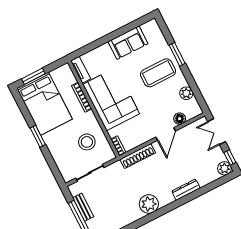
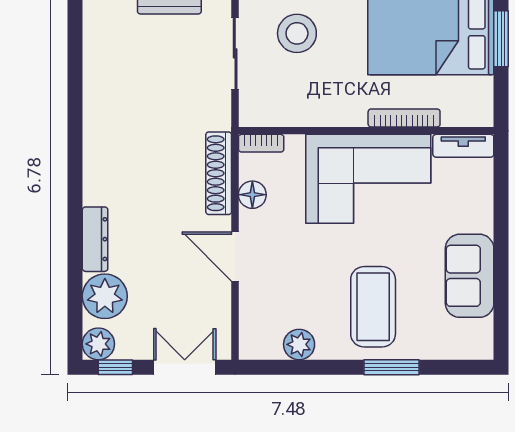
floor lamp: (180, 119) -> (252, 195), moved
stool: (87, 142) -> (297, 33), moved
plant: (149, 204) -> (105, 296), moved

